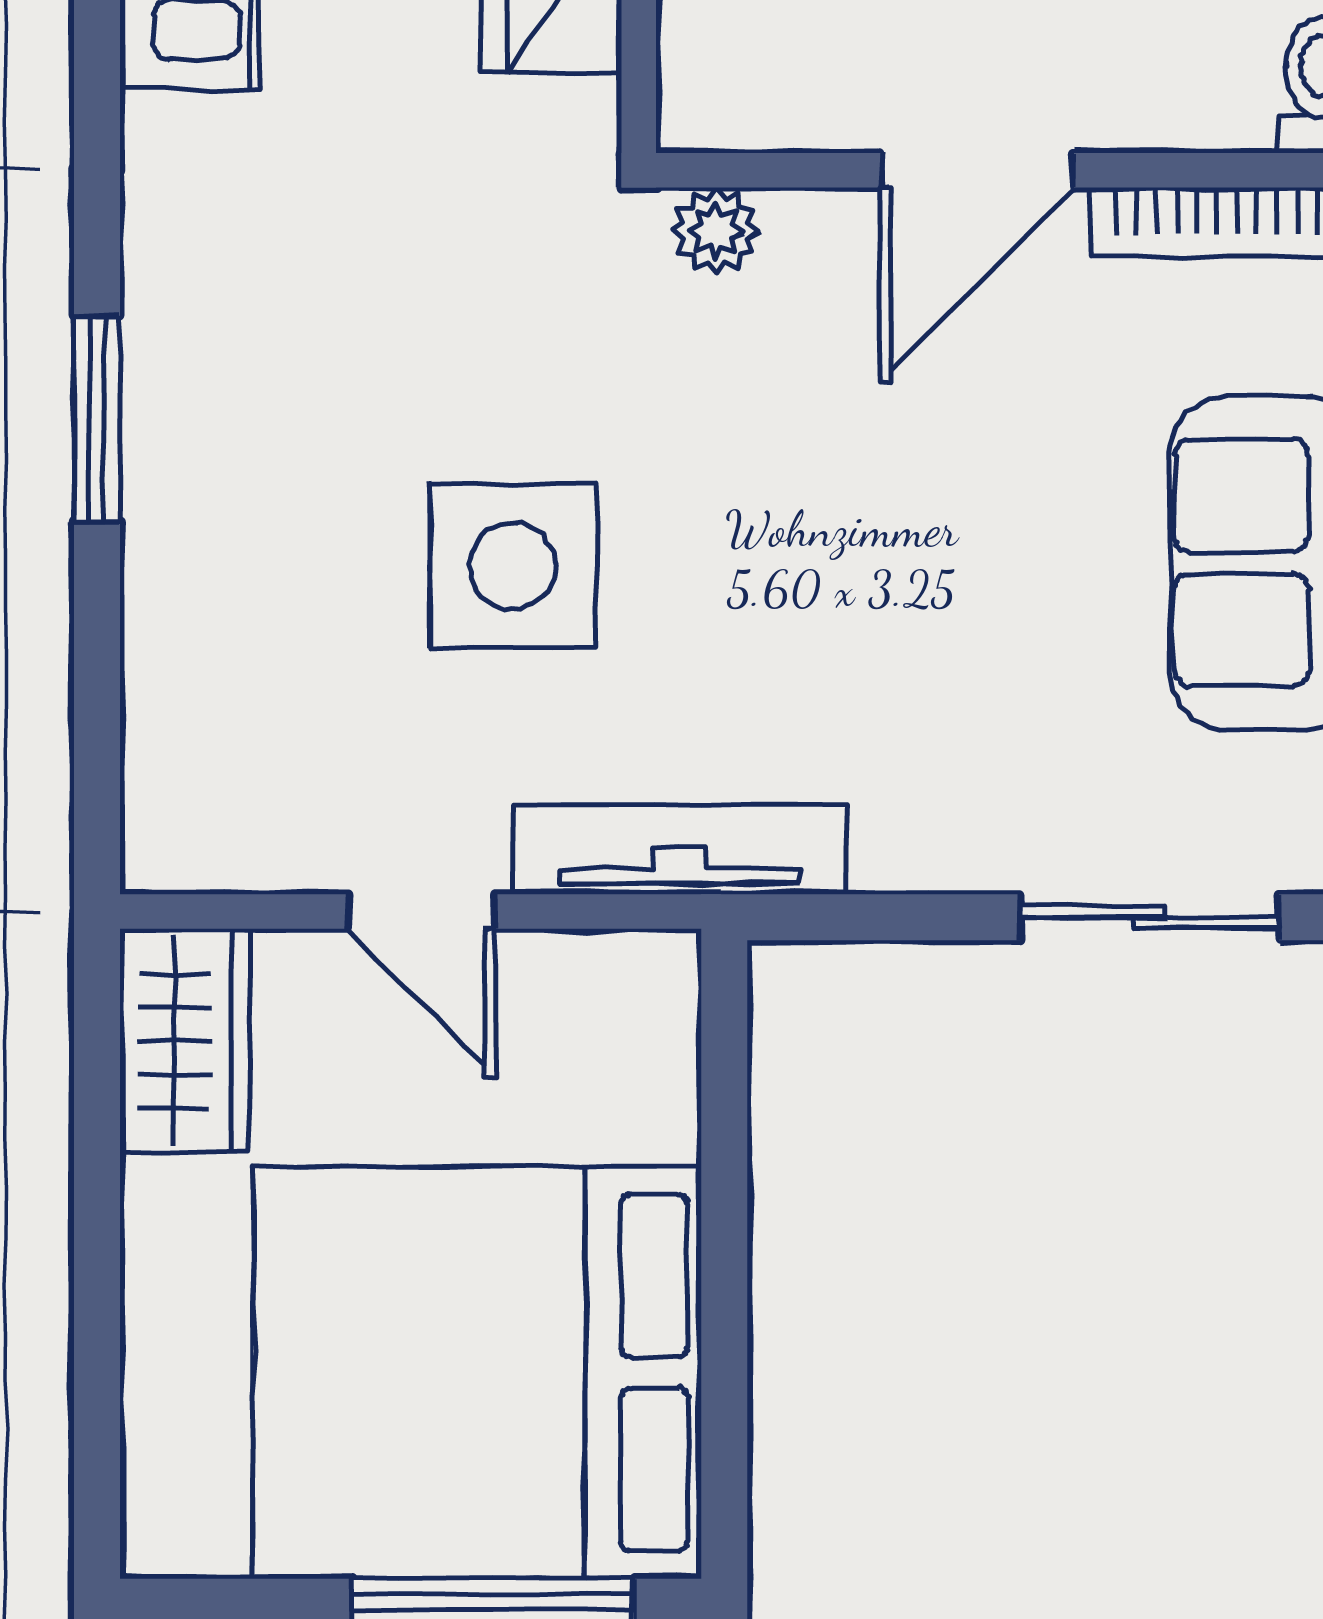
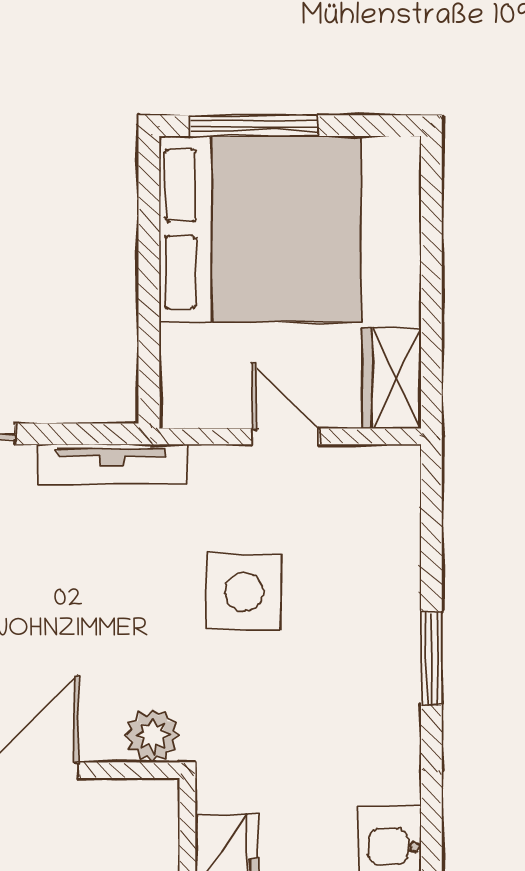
plant: (716, 231) -> (153, 736), width x1.38, depth x1.38
tv unit: (679, 849) -> (112, 464), moved

